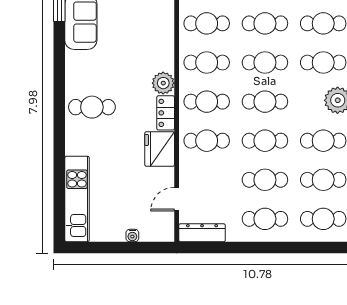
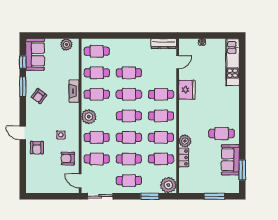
plant: (163, 83) -> (185, 141), moved
cafe table: (92, 107) -> (221, 134), moved
locker: (166, 113) -> (184, 157), moved
cafe table: (265, 219) -> (129, 51), removed

